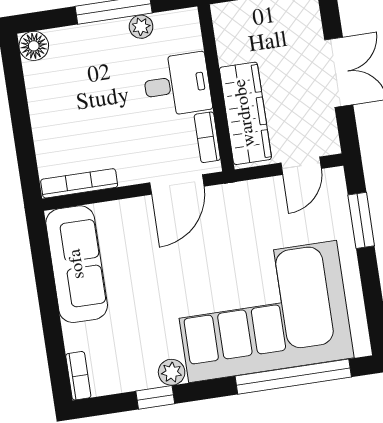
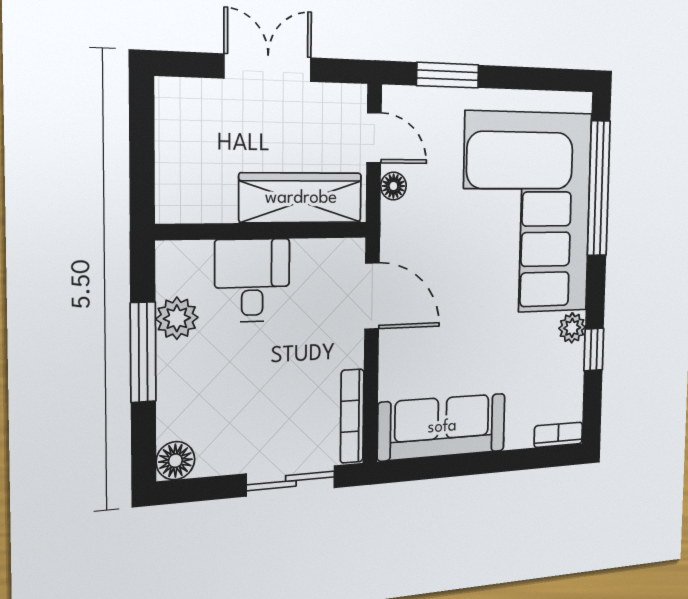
plant: (141, 27) -> (177, 318), width x1.38, depth x1.38
bookcase: (207, 137) -> (322, 251), removed
sliding door: (24, 140) -> (291, 481), added
floor lamp: (266, 188) -> (393, 186), added

